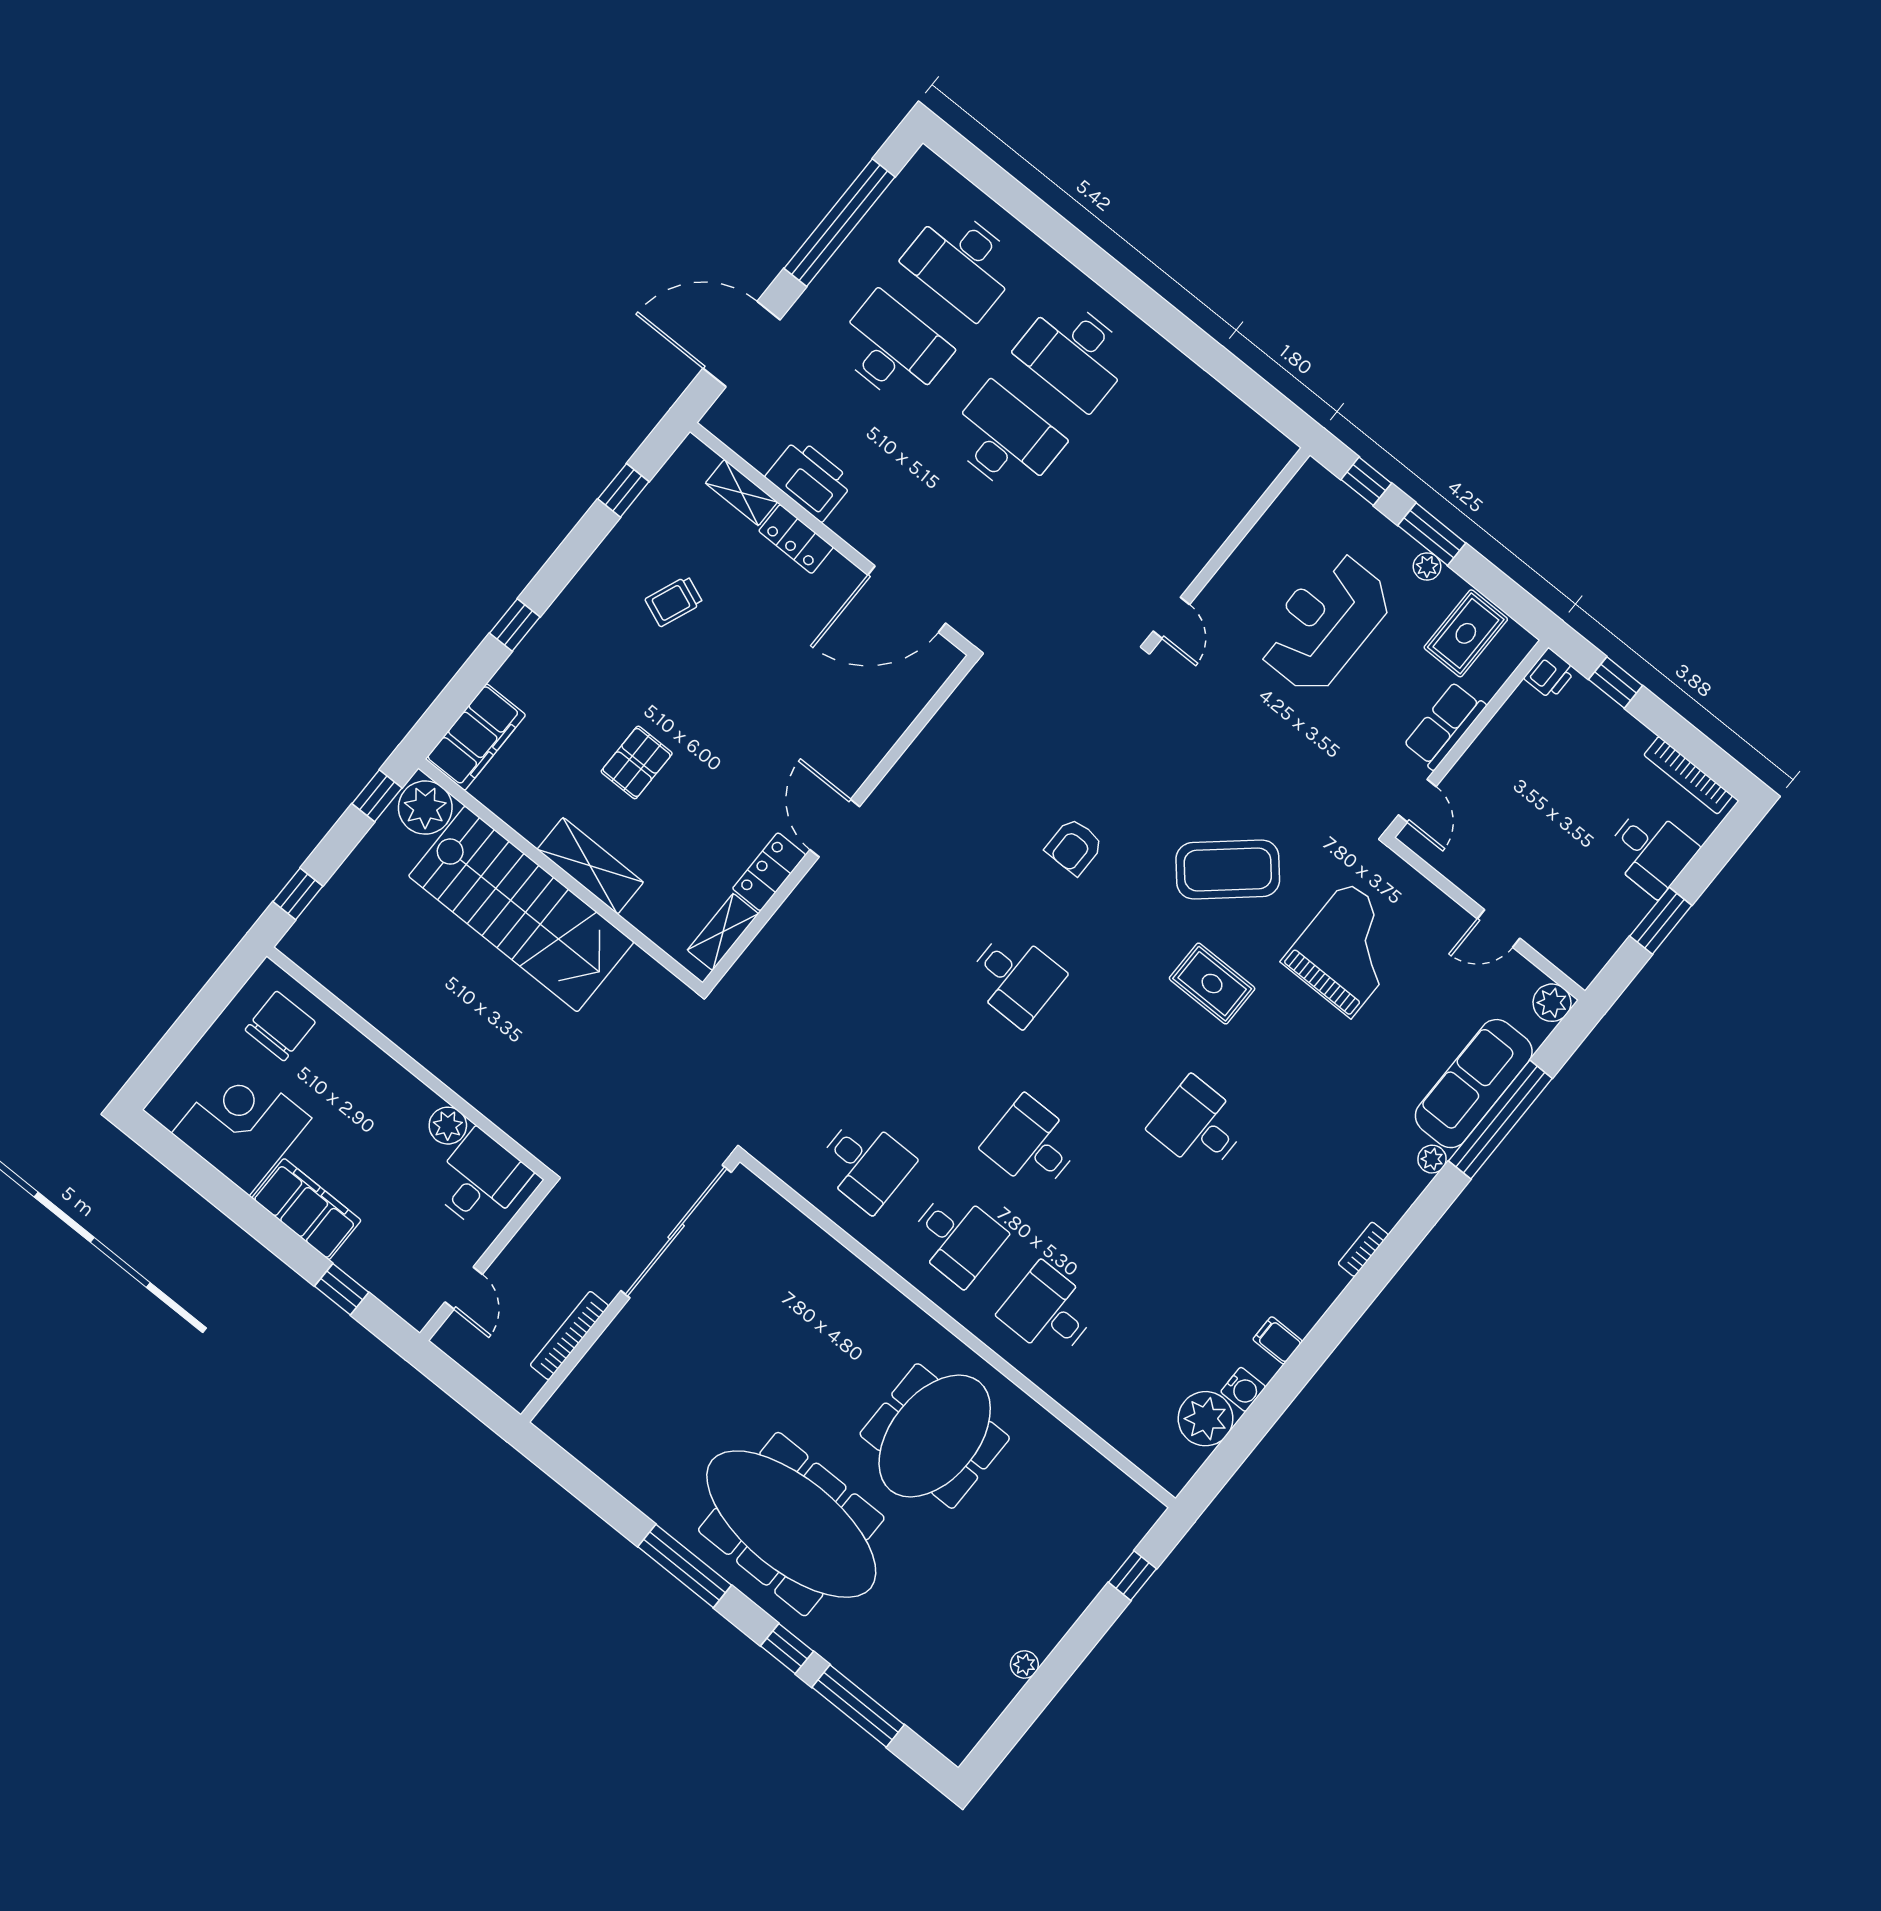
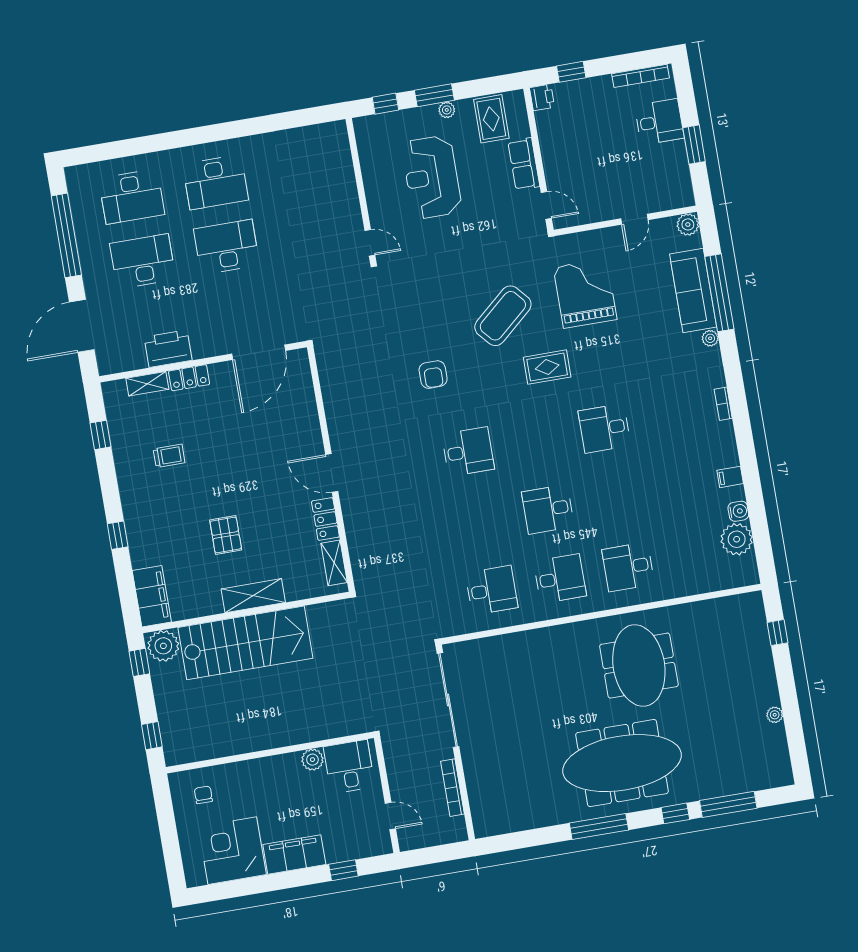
trolley: (674, 601) -> (169, 456), turned -112
chair: (280, 1026) -> (203, 795), width x0.54, depth x0.54

